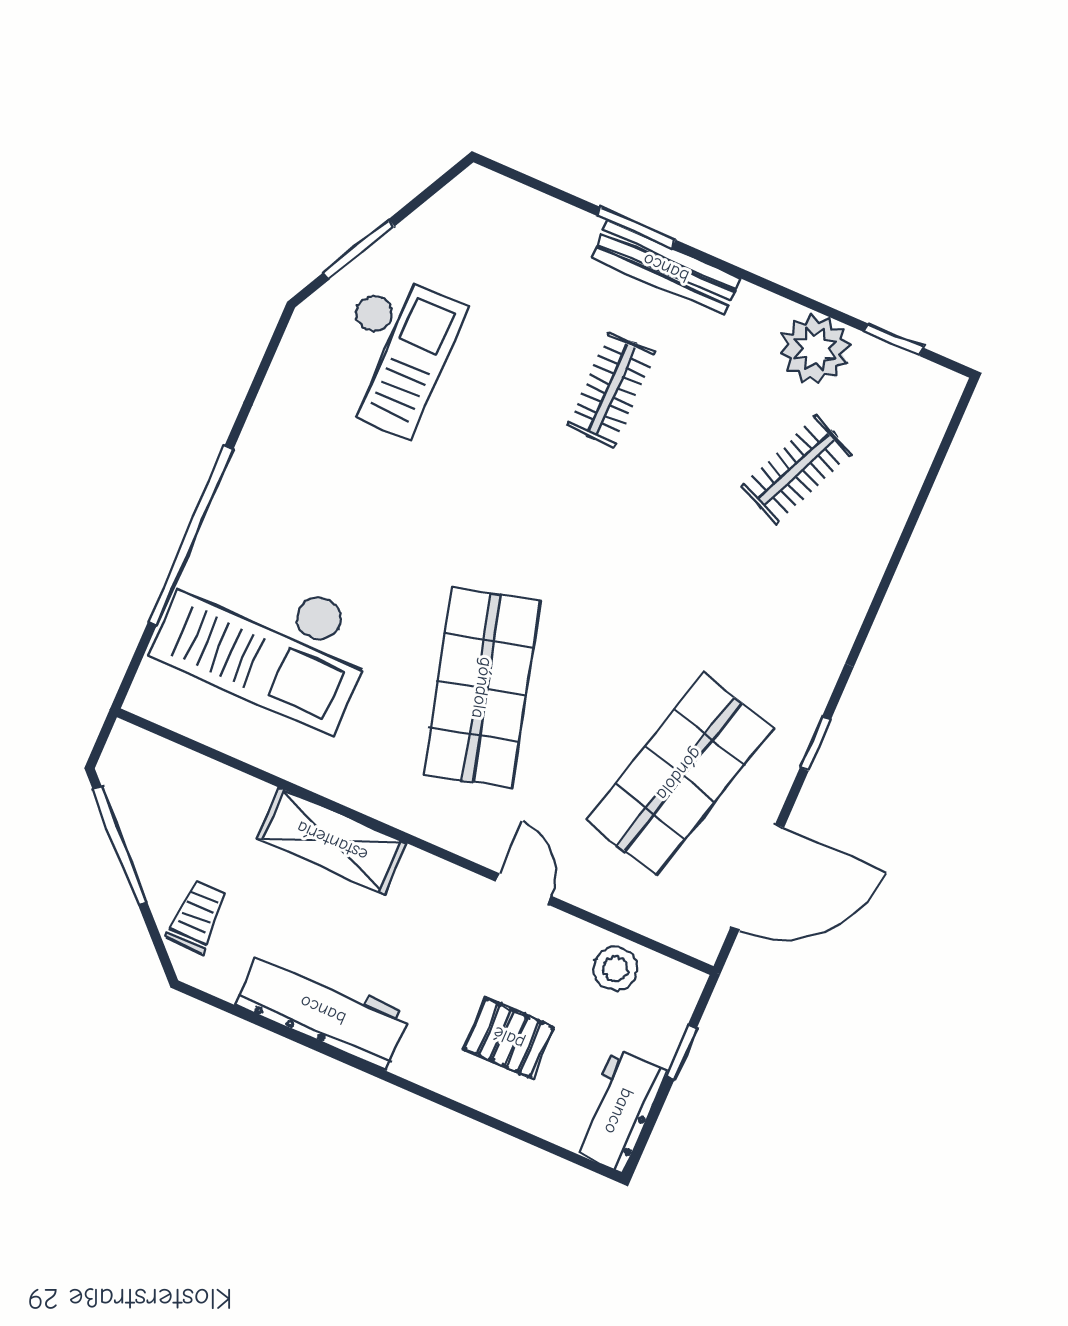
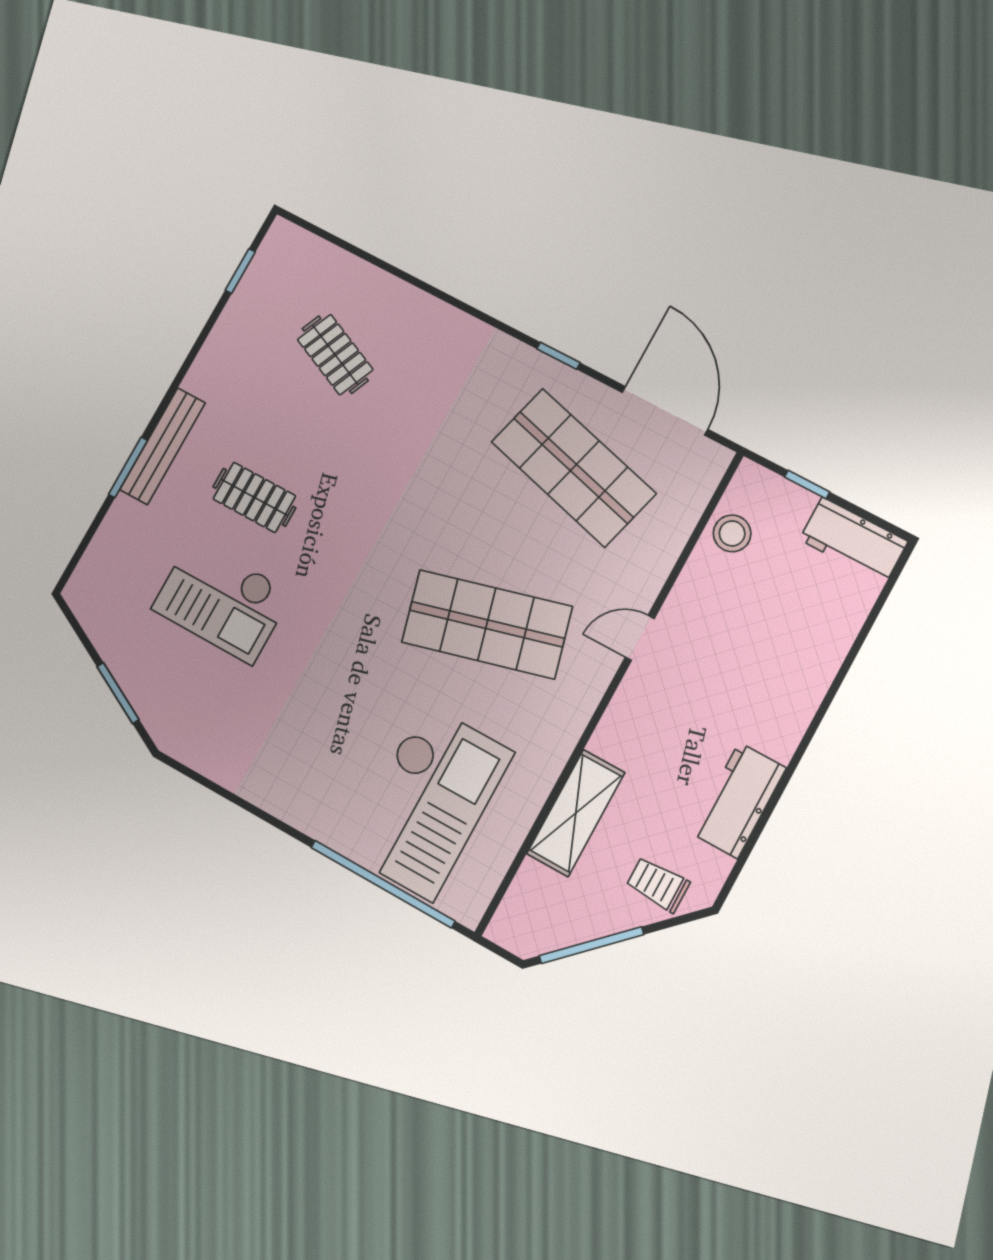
plant: (815, 349) -> (241, 333), removed
checkout: (393, 353) -> (222, 601), moved, turned 180
window: (191, 536) -> (383, 884), moved
shelving: (332, 841) -> (576, 813), moved
door: (523, 889) -> (640, 638), moved
workbench: (323, 1010) -> (738, 800), width x0.73
pallet: (509, 1038) -> (784, 628), removed

